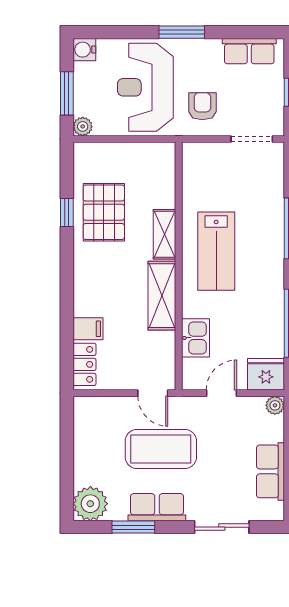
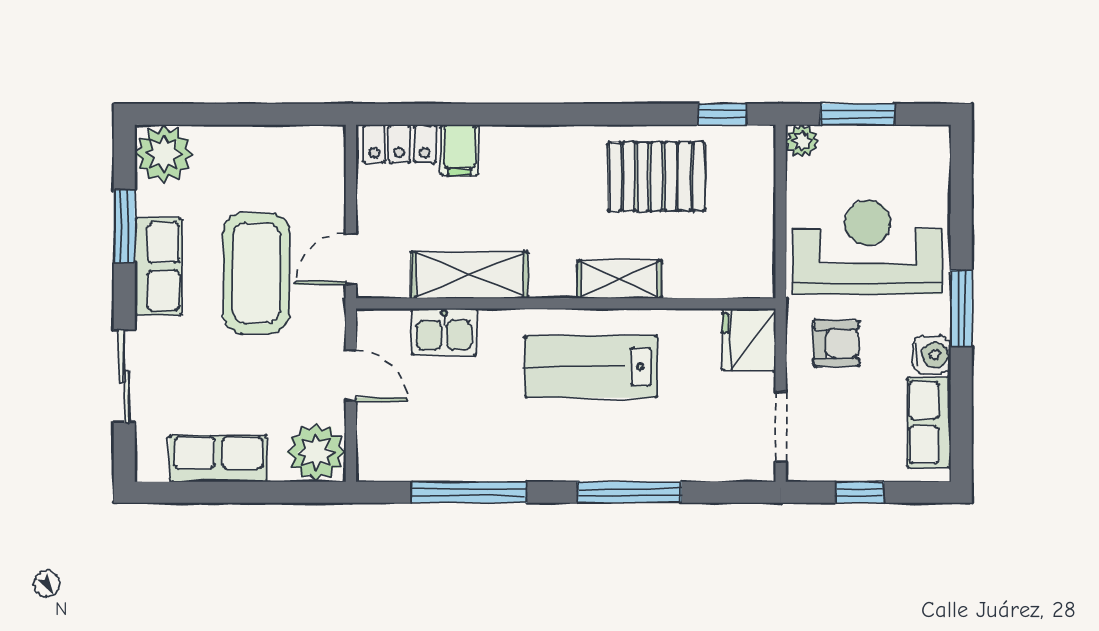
water cooler: (84, 50) -> (932, 355), moved, turned 90
window: (67, 213) -> (723, 114), moved
shelving: (162, 296) -> (469, 275), moved
fridge: (266, 374) -> (749, 339), moved, turned 180
plant: (275, 405) -> (316, 452), width x1.88, depth x1.88

